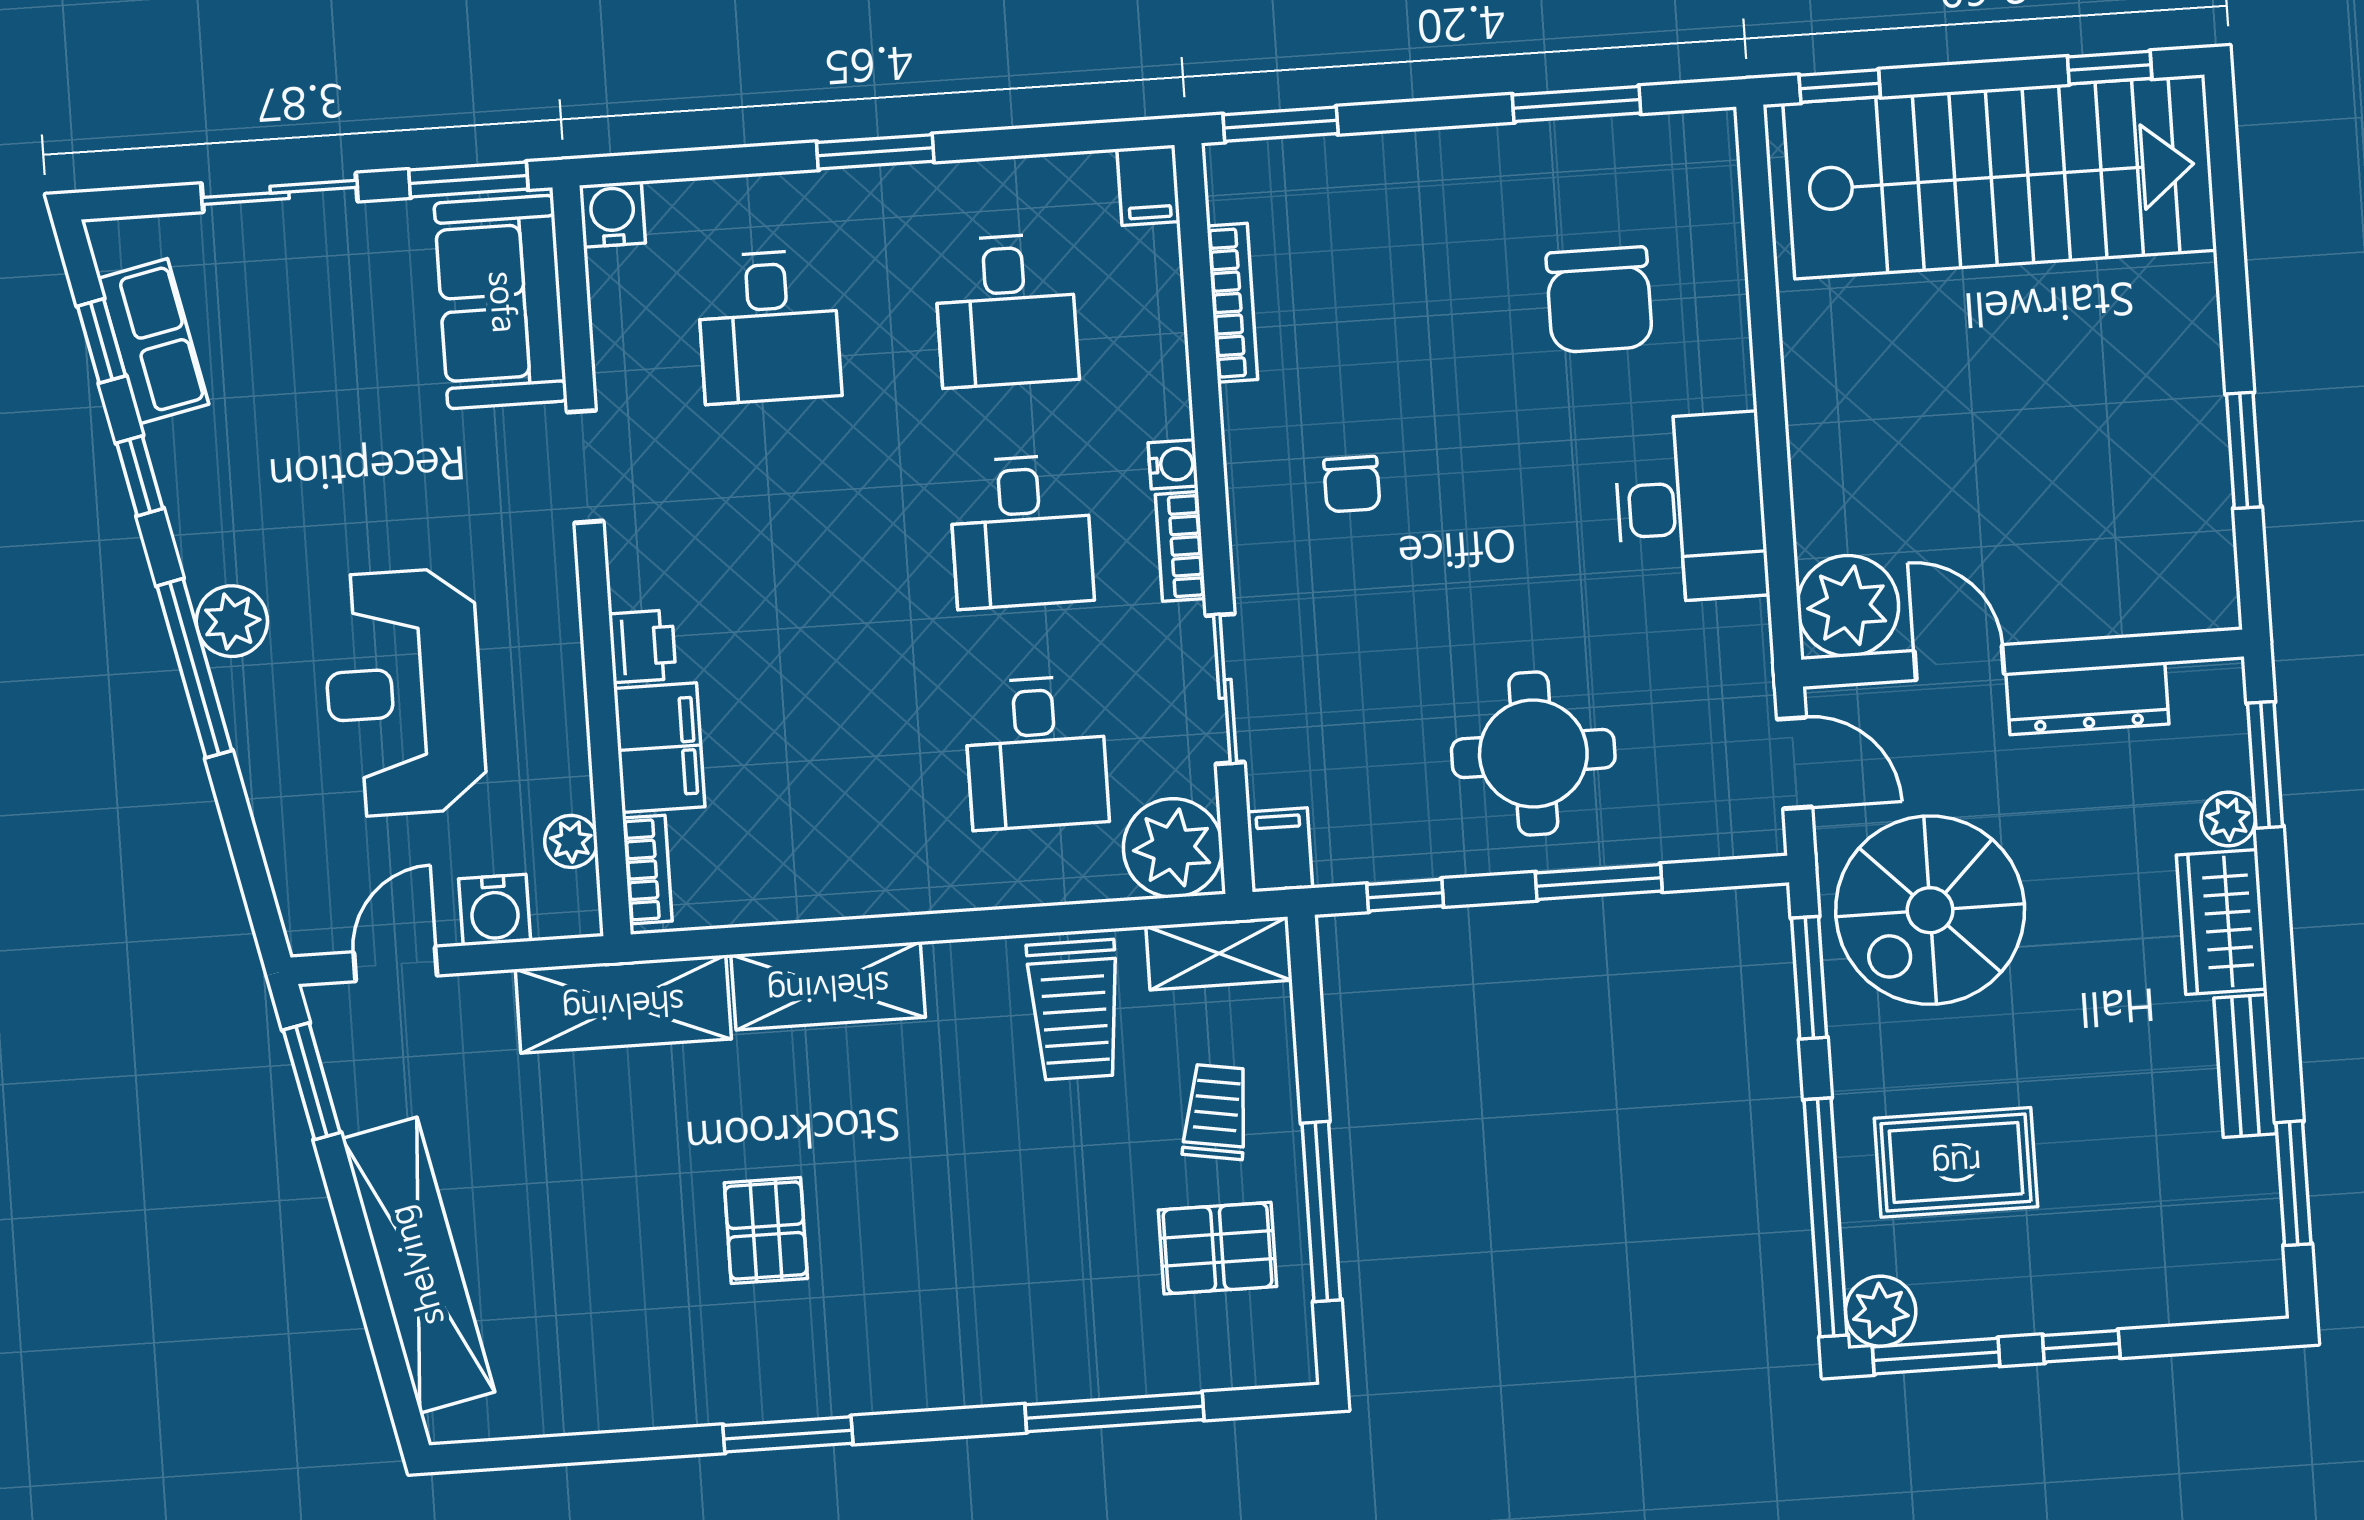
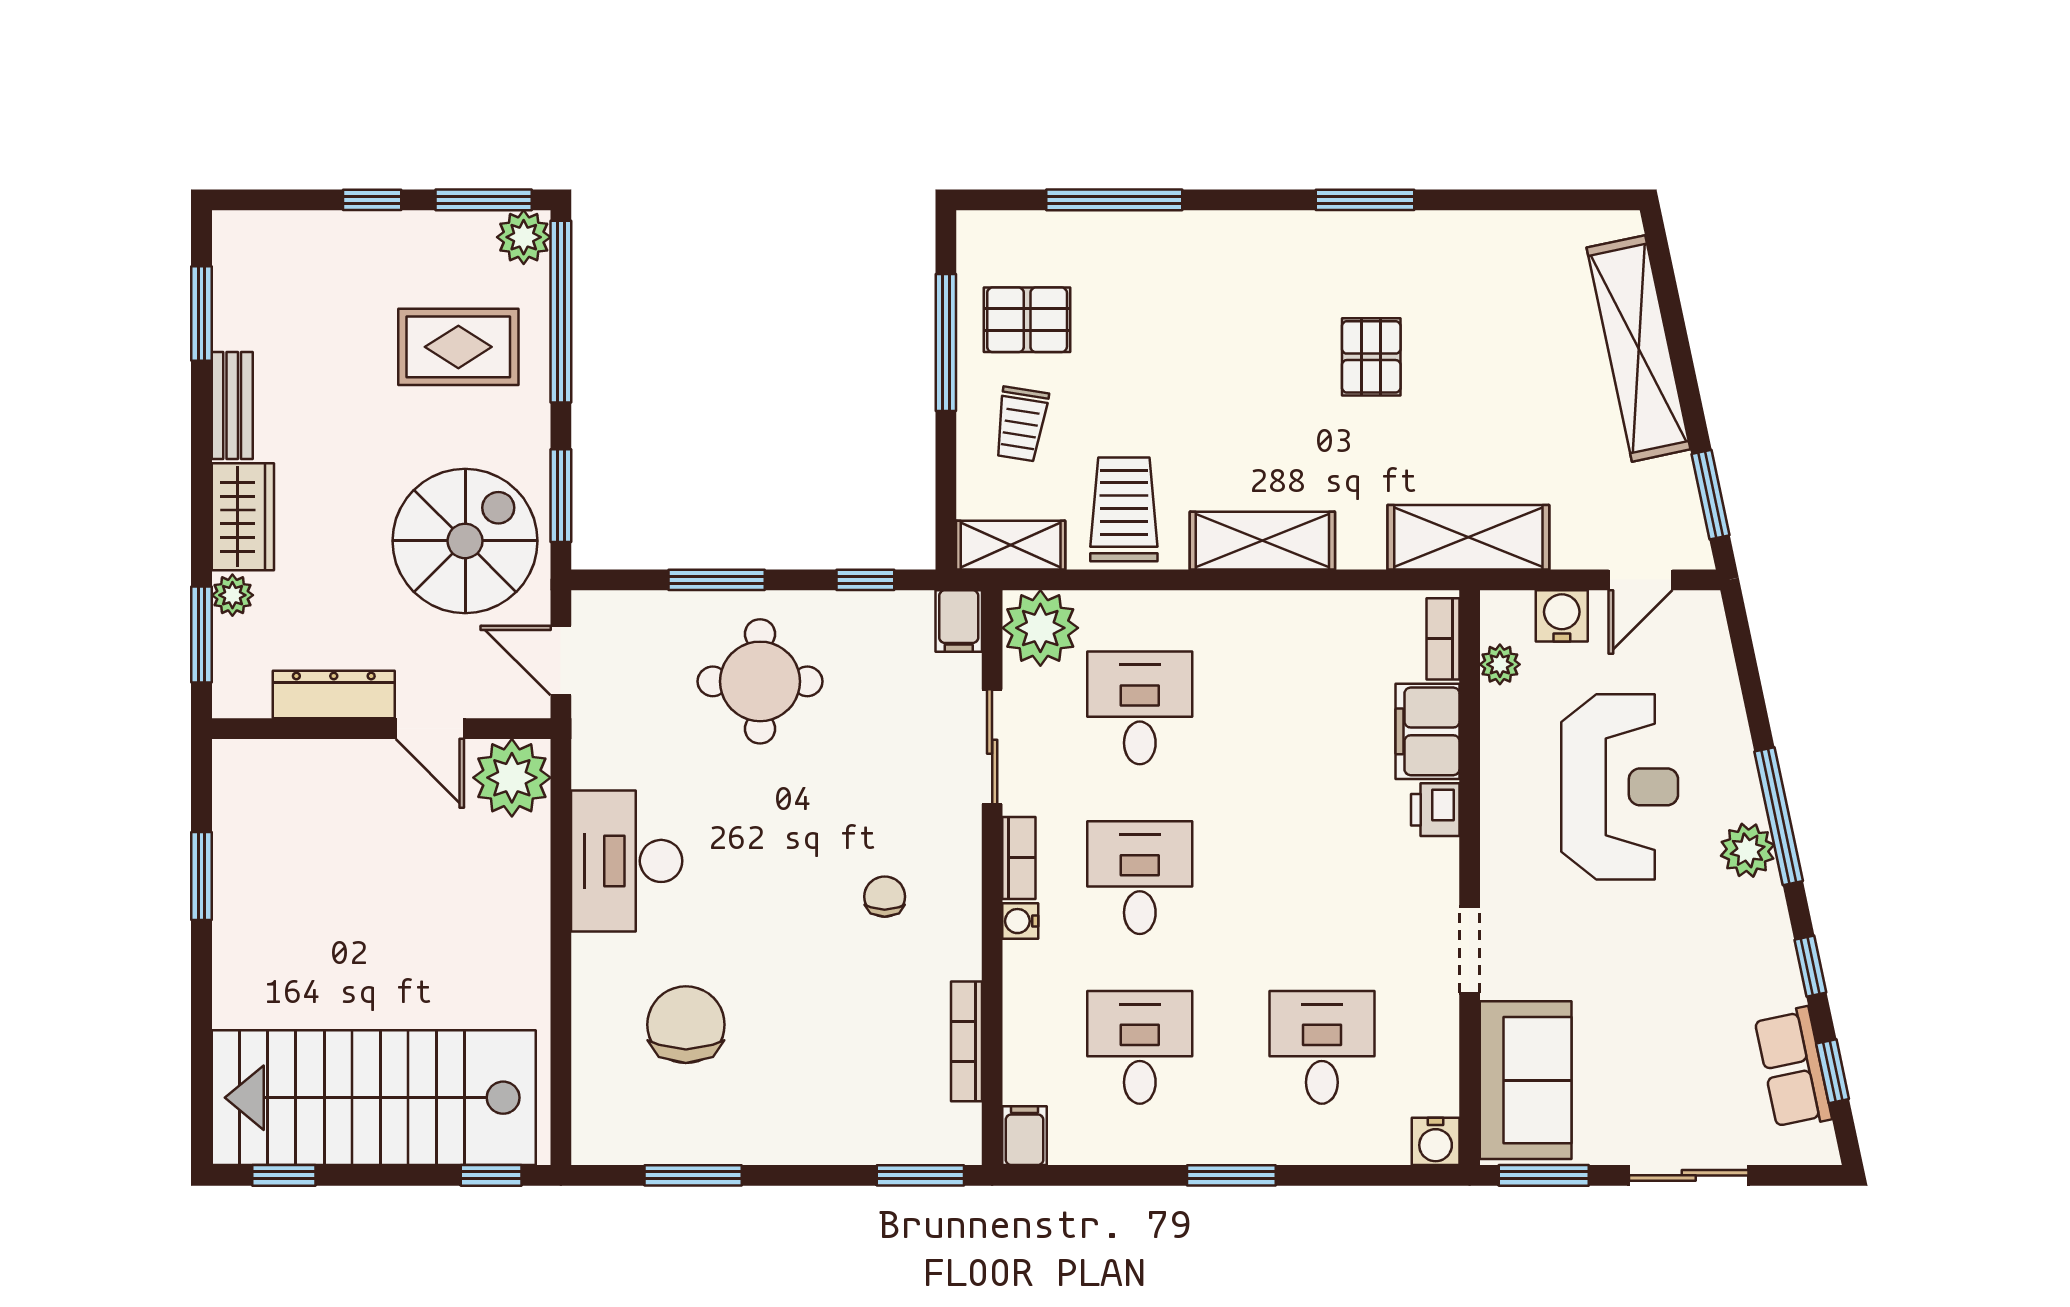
shelving: (828, 986) -> (1262, 541), moved

